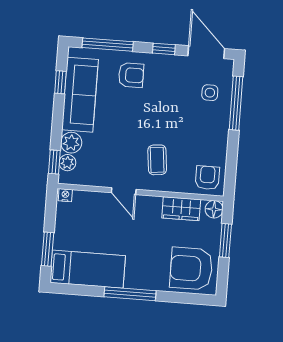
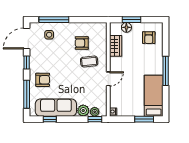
armchair: (131, 75) -> (43, 80), turned 90
armchair: (207, 178) -> (82, 43), moved
floor lamp: (214, 209) -> (126, 27), moved
armchair: (191, 269) -> (149, 38), width x0.53, depth x0.53

